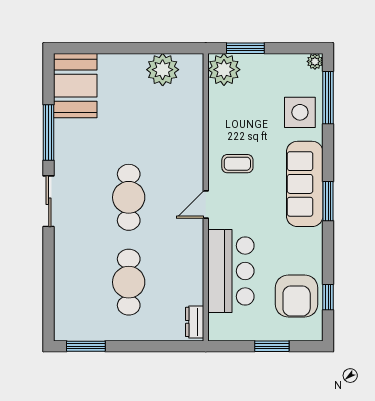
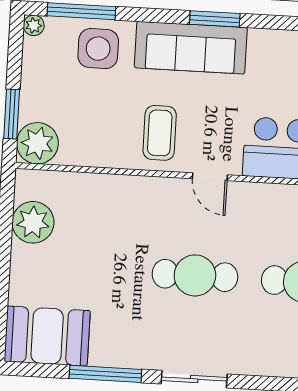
coffee table: (237, 164) -> (160, 133), width x1.36, depth x1.30

